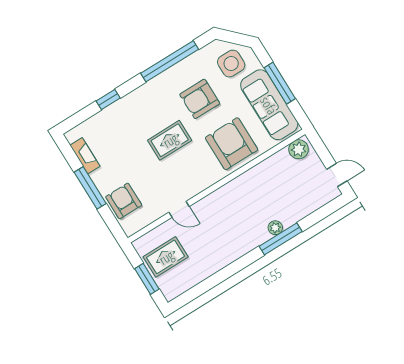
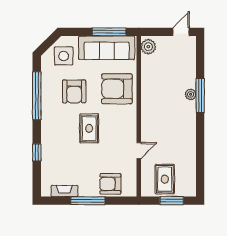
window: (280, 83) -> (109, 32), moved

